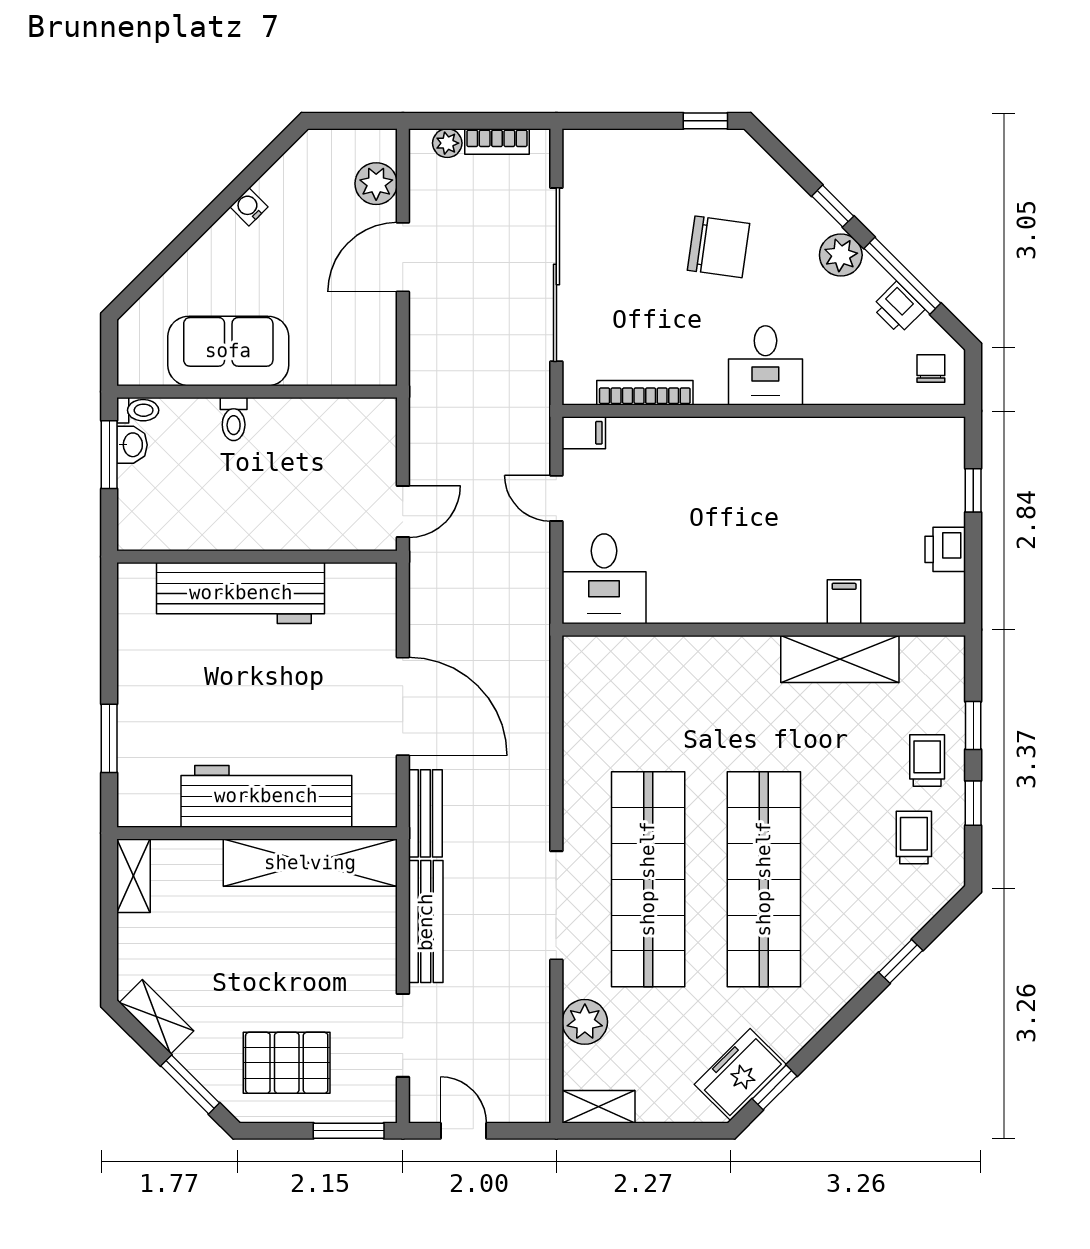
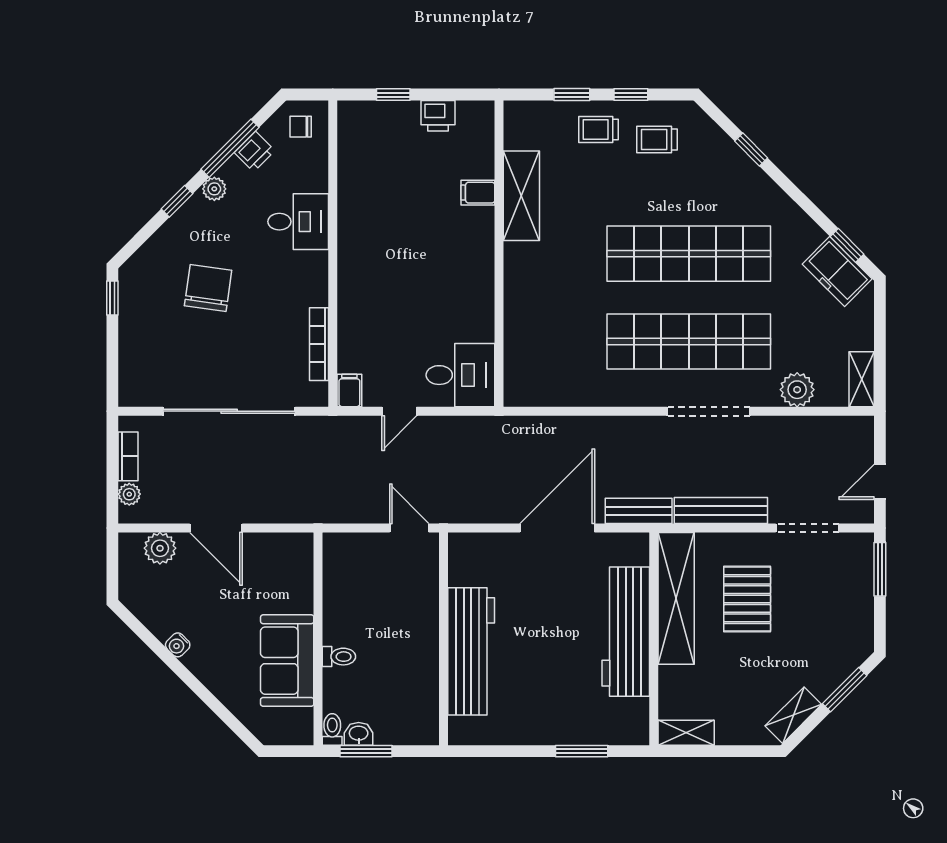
plant: (841, 255) -> (214, 189), width x0.73, depth x0.73
desk: (765, 365) -> (298, 222), moved
pallet: (287, 1063) -> (747, 599), moved

